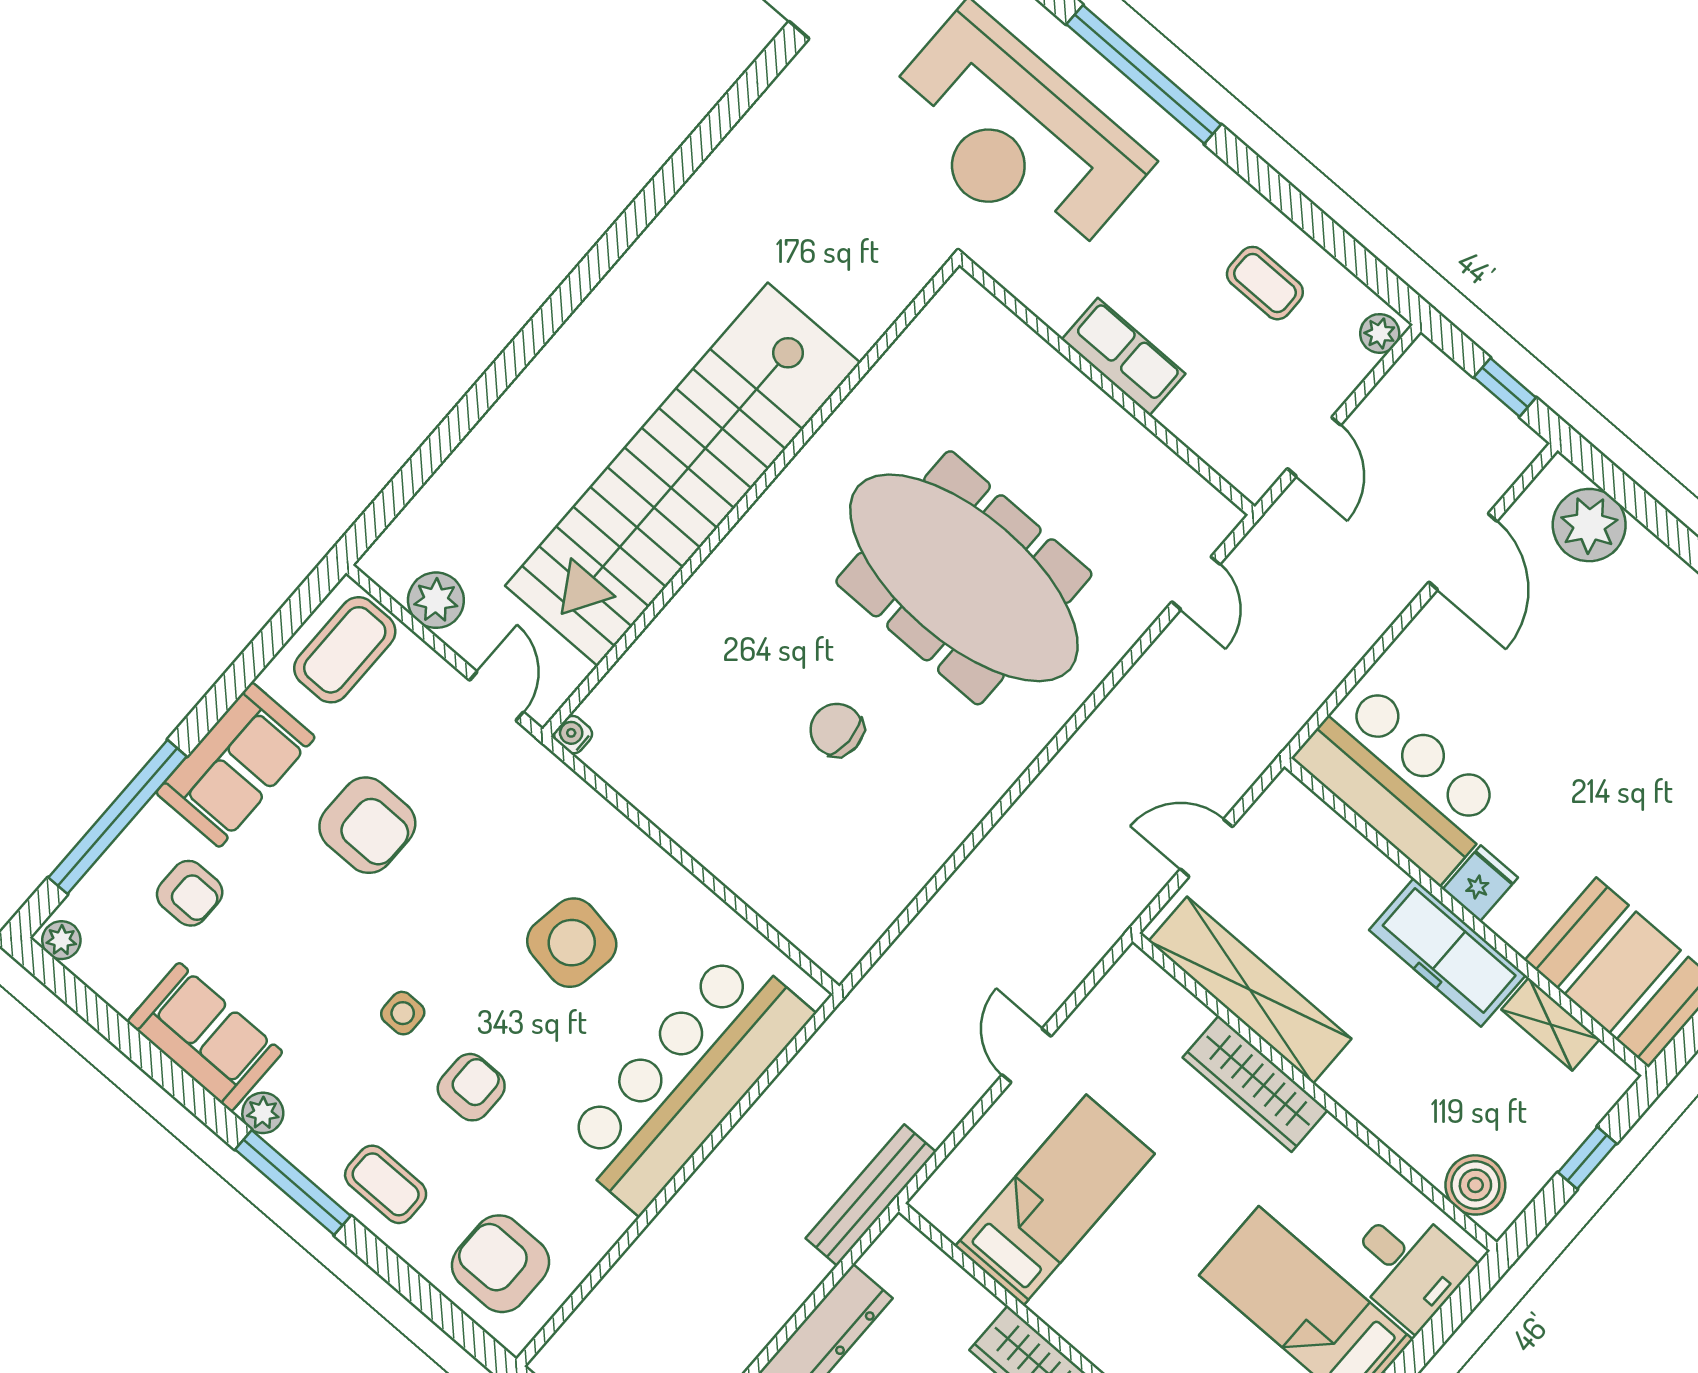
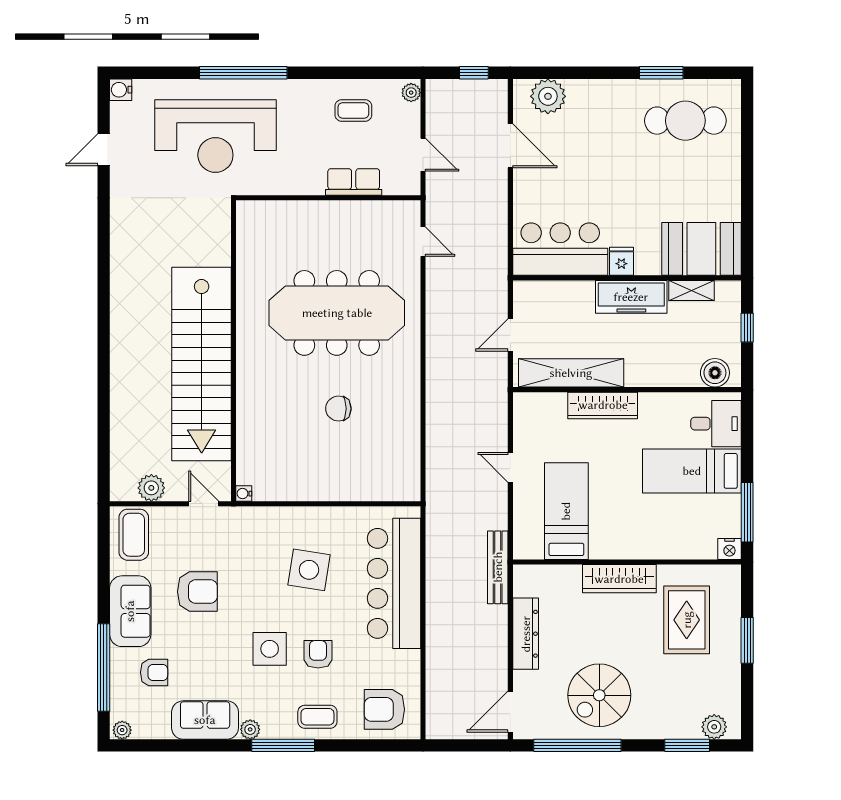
row of seats: (1123, 357) -> (354, 182), moved
side table: (403, 1013) -> (270, 649), width x1.87, depth x1.87

